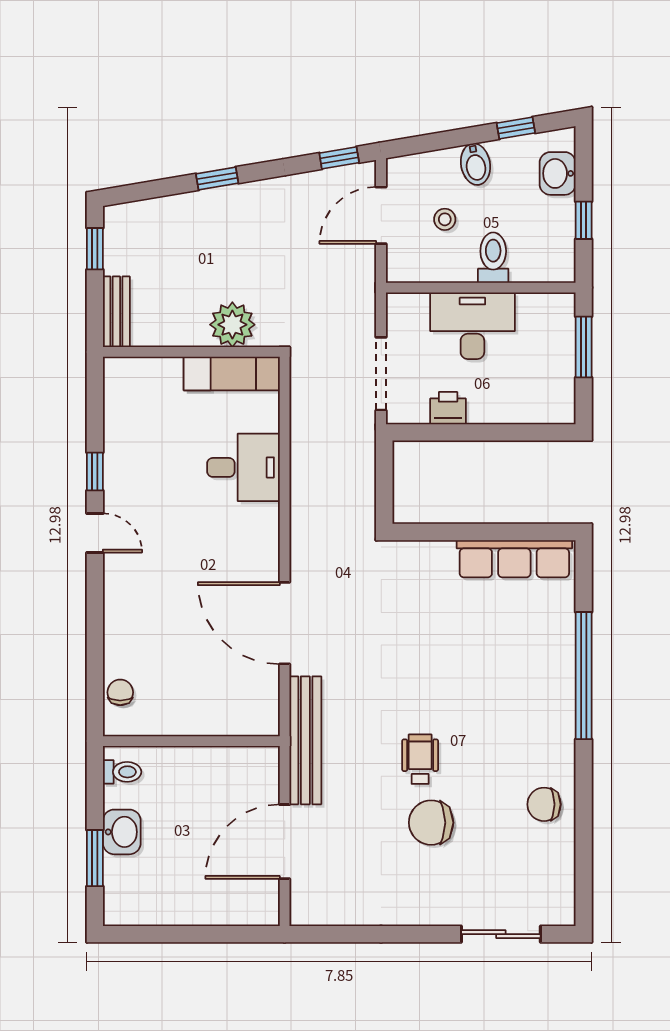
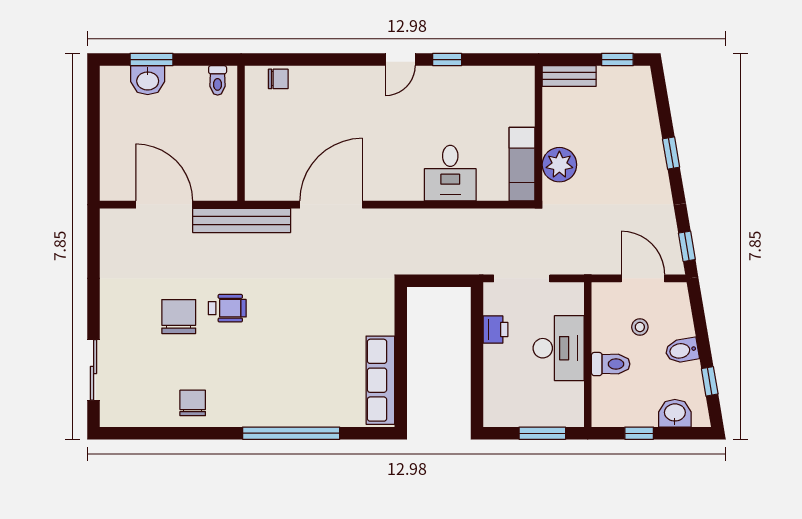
washbasin: (122, 832) -> (148, 80), moved

